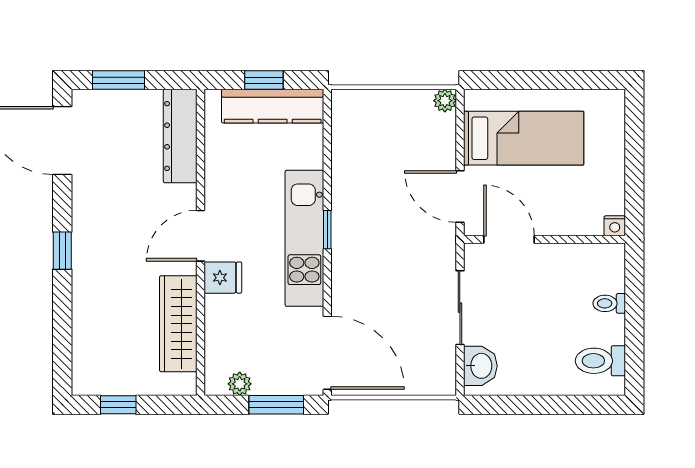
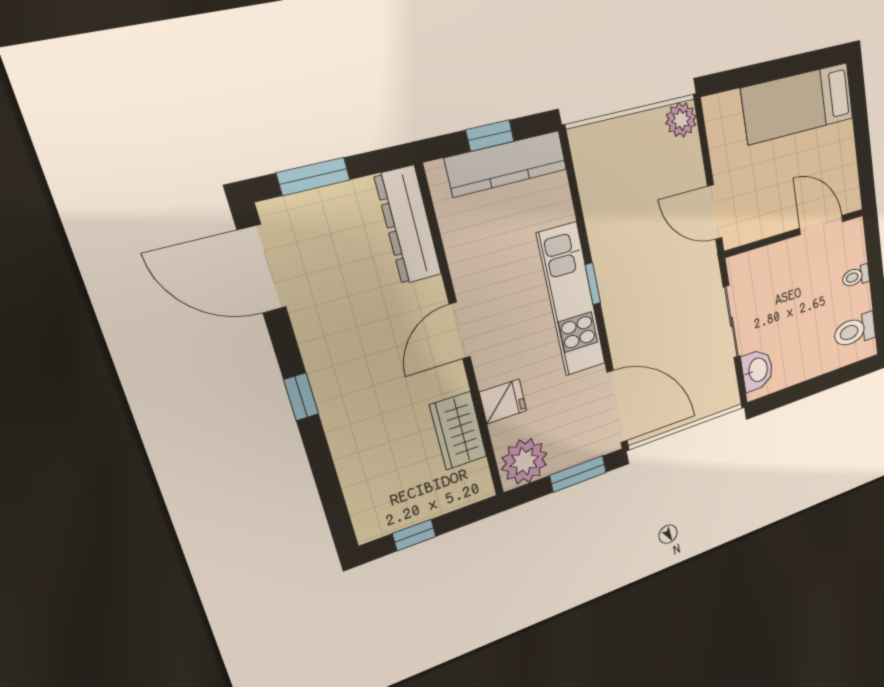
plant: (445, 101) -> (681, 120), width x1.38, depth x1.38
bed: (524, 138) -> (798, 104), moved, turned 180
nightstand: (615, 226) -> (852, 202), removed
door: (509, 239) -> (821, 225), moved
fridge: (223, 278) -> (503, 401), moved
wardrobe: (178, 324) -> (458, 431), width x0.67
plant: (240, 384) -> (524, 461), width x1.87, depth x1.87

